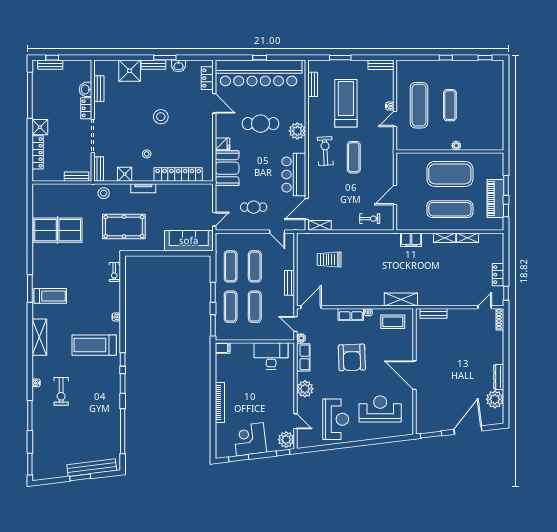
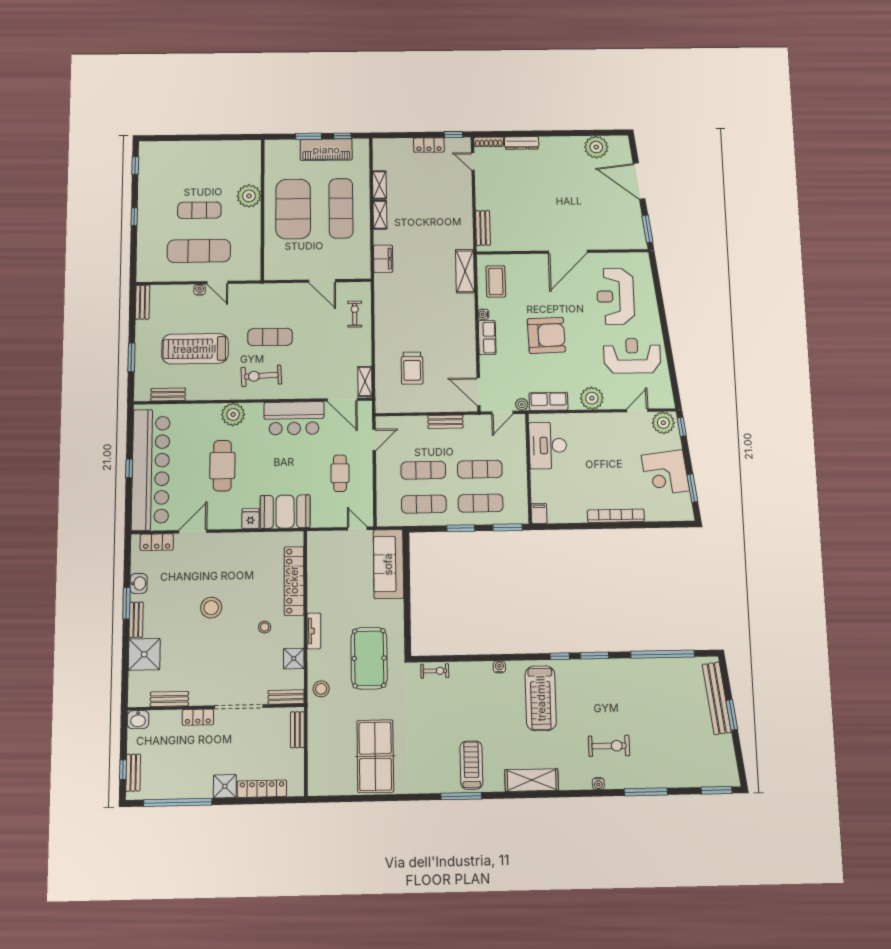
washbasin: (86, 89) -> (138, 720), moved
plant: (456, 146) -> (249, 196), width x1.88, depth x1.88
dresser: (499, 377) -> (522, 143), moved

